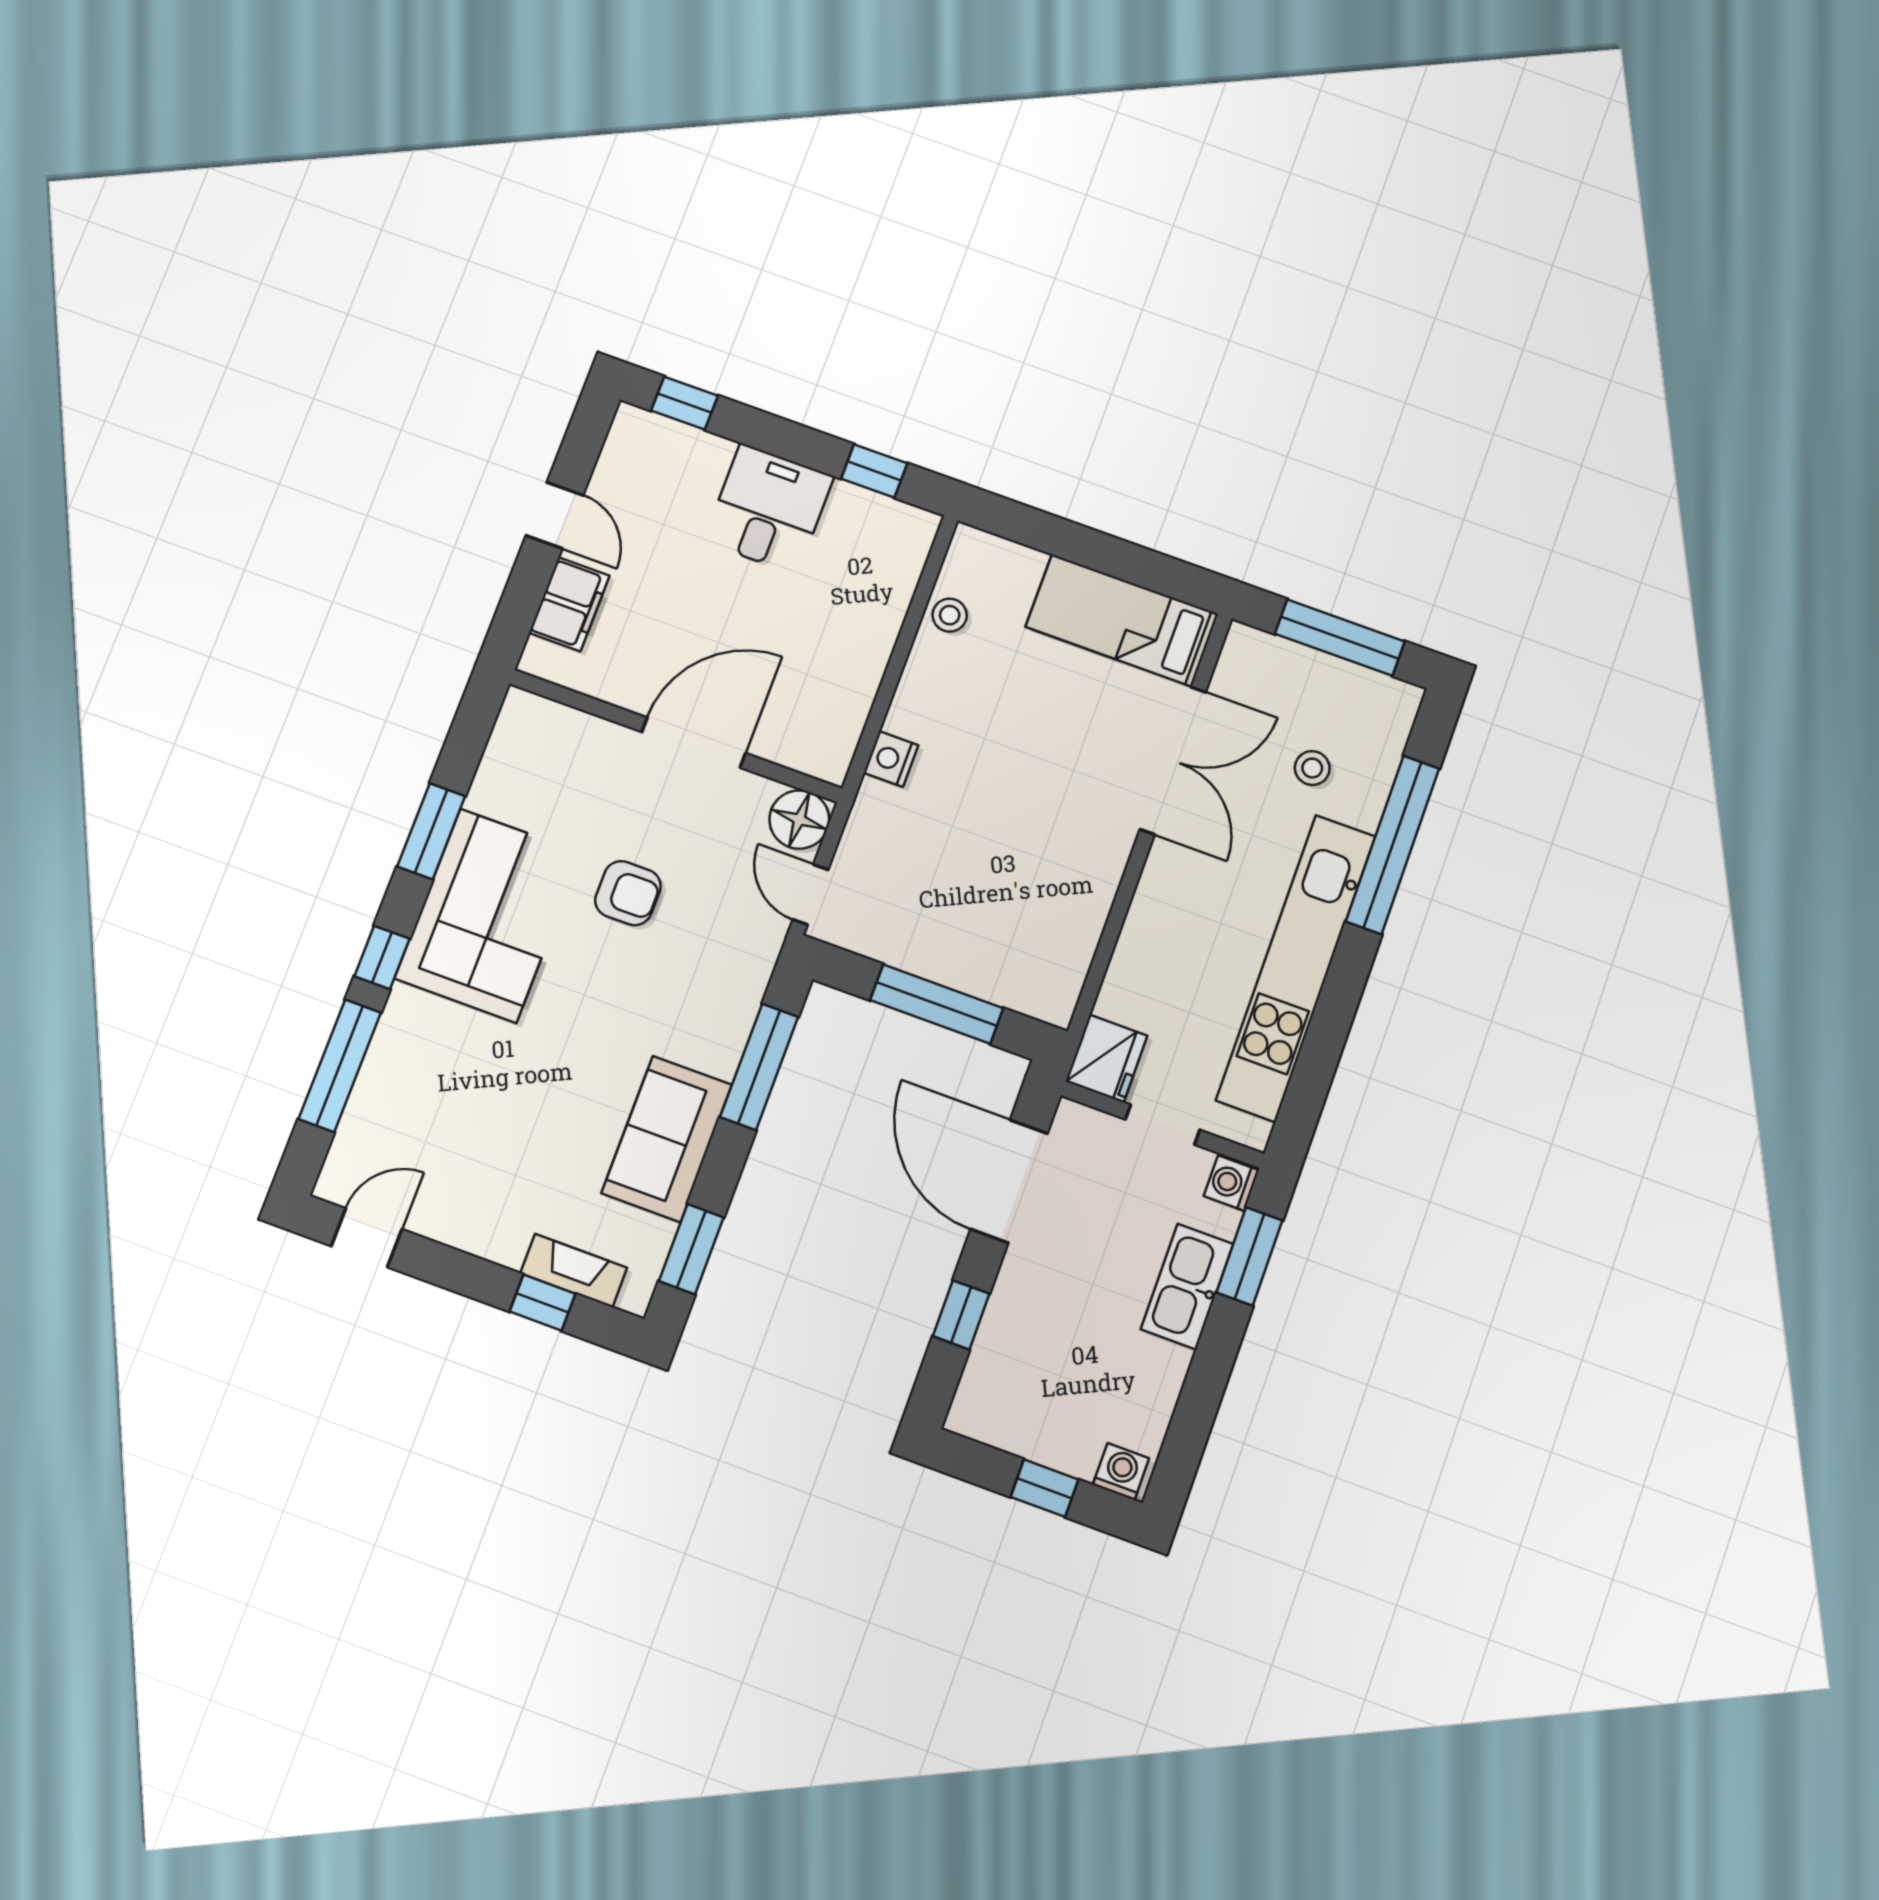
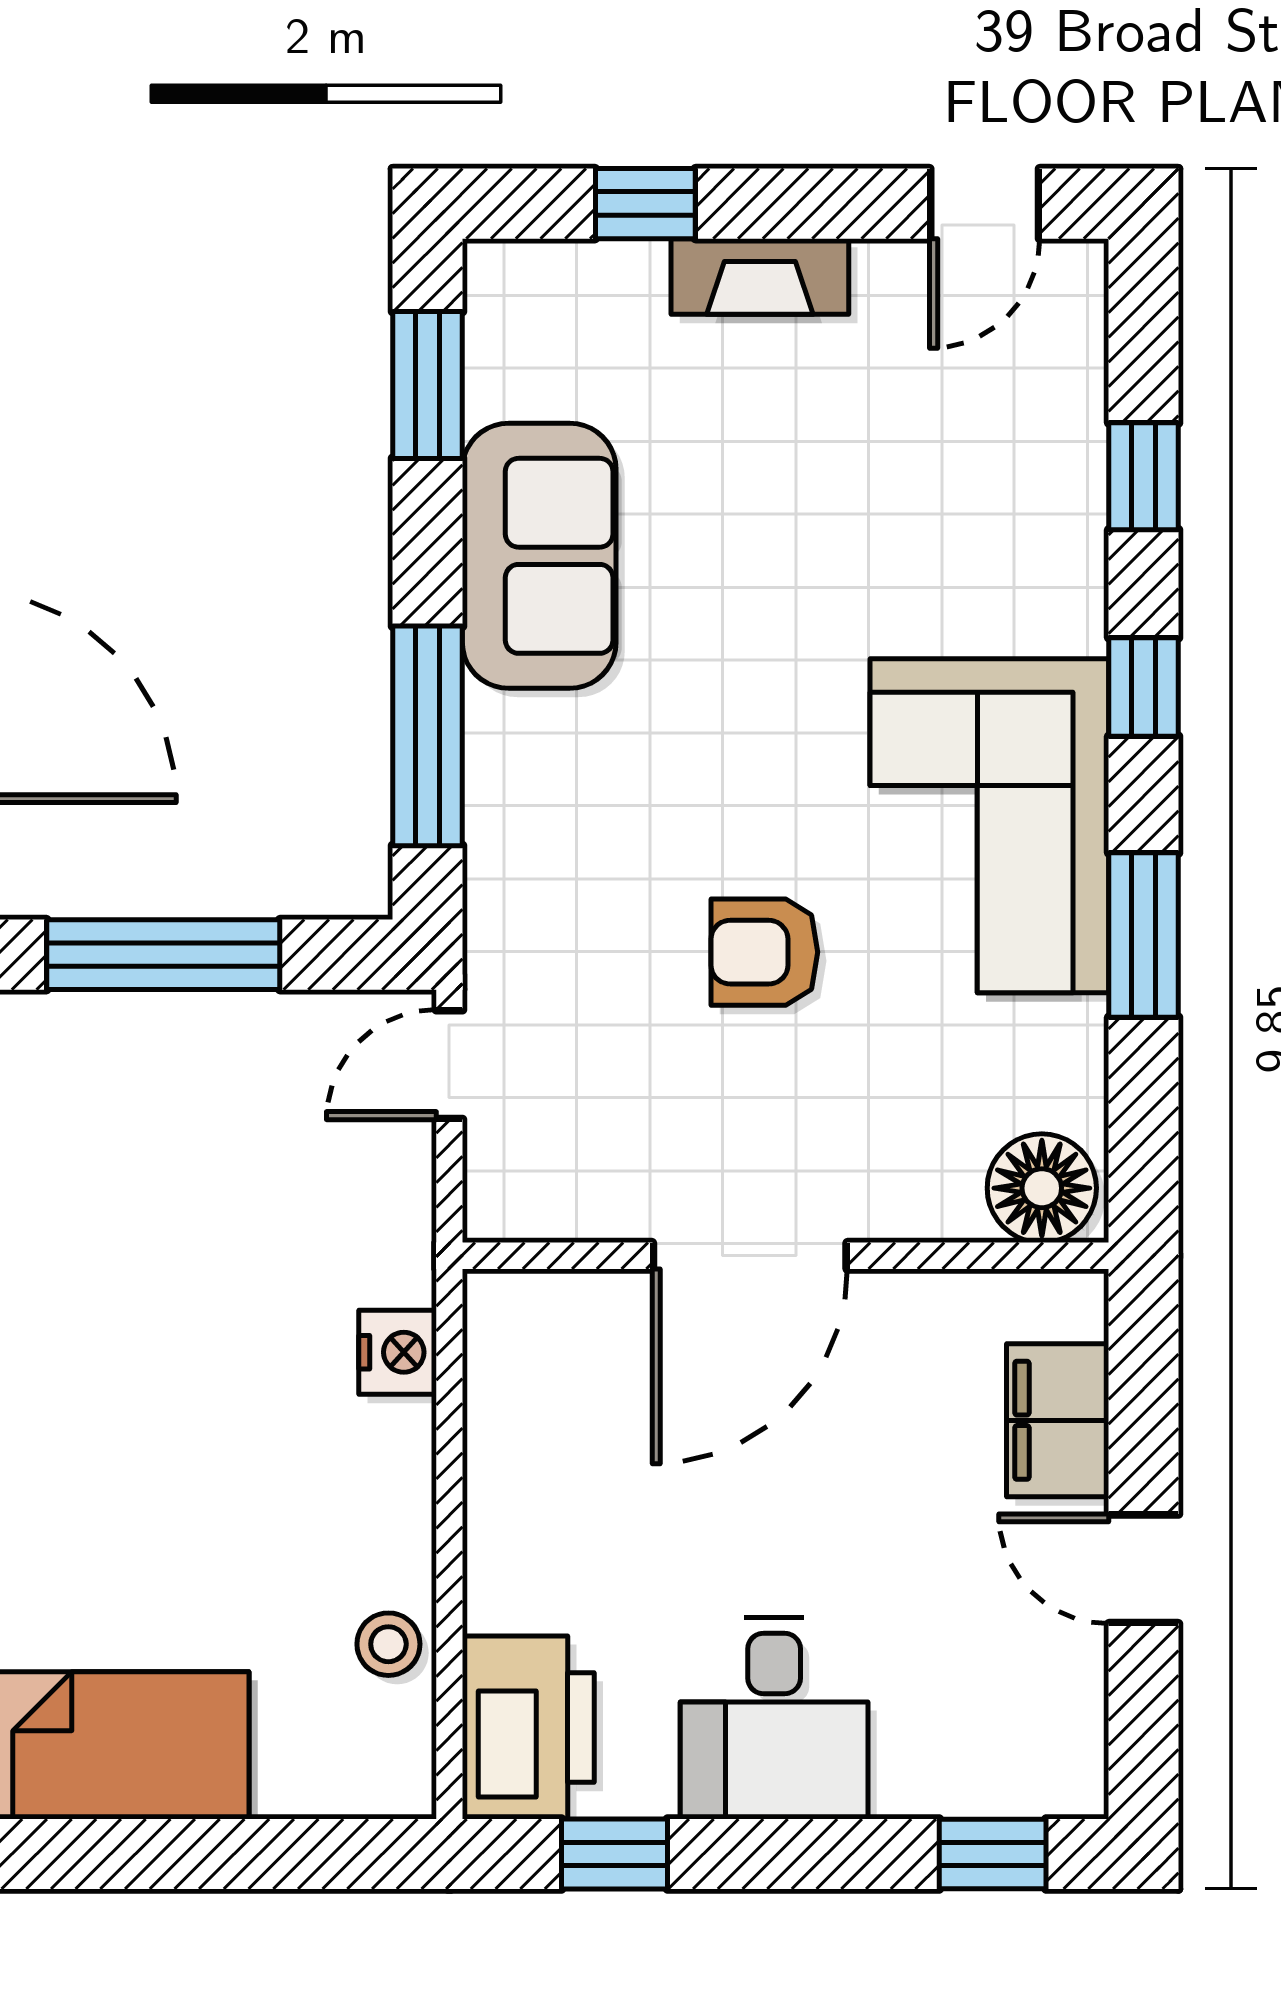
printer: (894, 549) -> (528, 1727), added
floor lamp: (799, 820) -> (1042, 1188), moved
door: (811, 895) -> (449, 1065), swing flipped
window: (340, 1066) -> (1144, 476), width x0.46
fireplace: (574, 1271) -> (760, 276), moved

